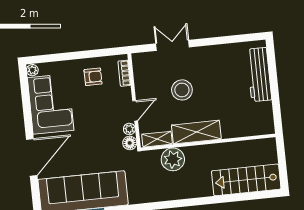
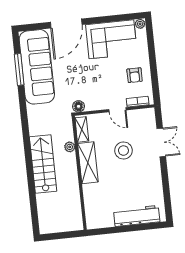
door: (135, 111) -> (117, 110), moved
plant: (129, 129) -> (90, 106), removed
door: (32, 157) -> (66, 23), hinge flipped
plant: (173, 159) -> (70, 147), width x0.53, depth x0.53
stairs: (246, 180) -> (43, 164), moved

